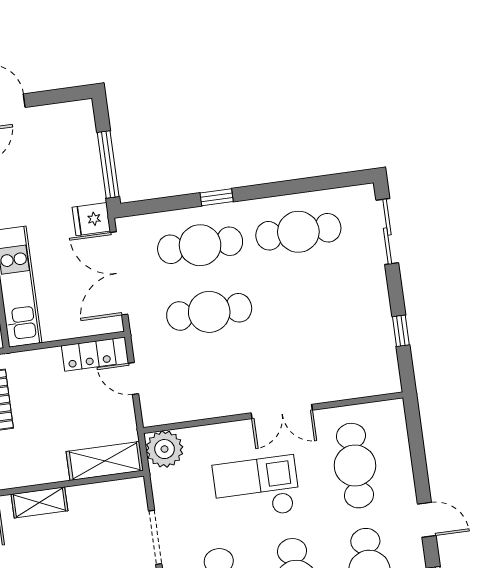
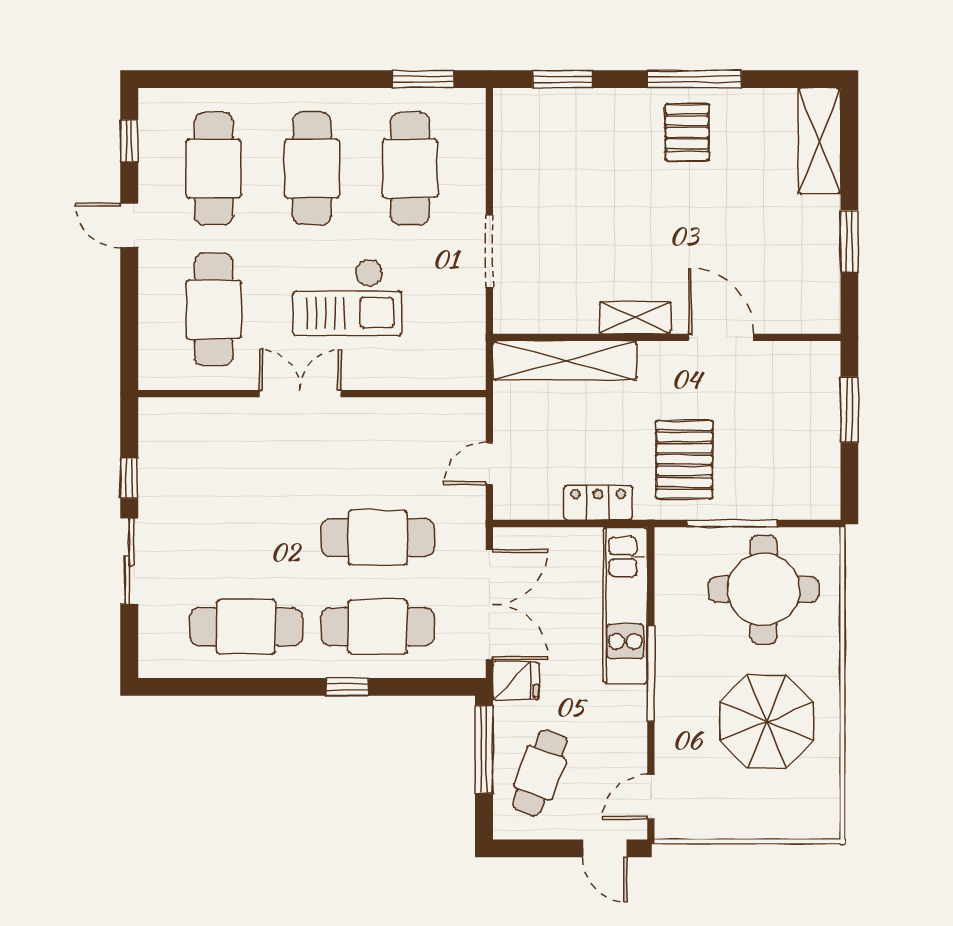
cafe table: (64, 153) -> (540, 773), added
sliding door: (387, 232) -> (129, 561), moved
locker: (89, 355) -> (598, 503), moved
door: (133, 378) -> (489, 464), swing flipped
plant: (165, 449) -> (461, 365), removed
shelving: (105, 461) -> (565, 360), width x1.47

